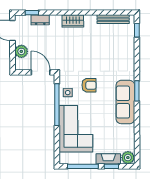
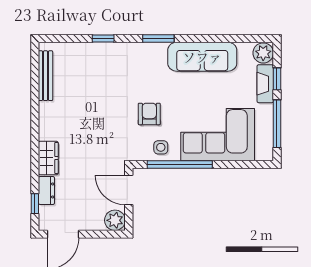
wardrobe: (73, 21) -> (48, 158), moved
window: (137, 30) -> (103, 38), moved
plant: (21, 51) -> (115, 220), moved
door: (41, 72) -> (129, 190), hinge flipped
sofa: (125, 102) -> (202, 57), moved

